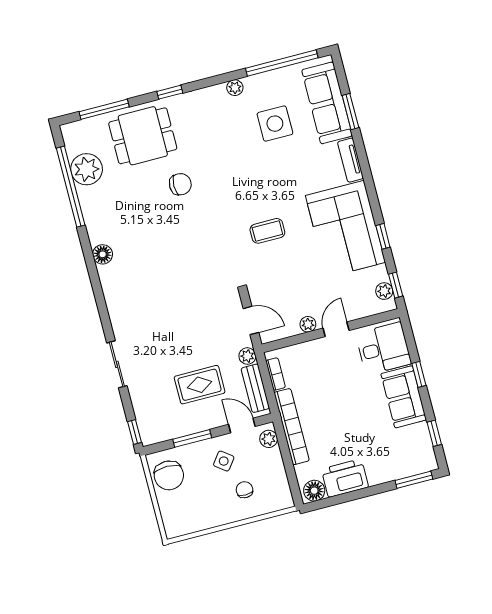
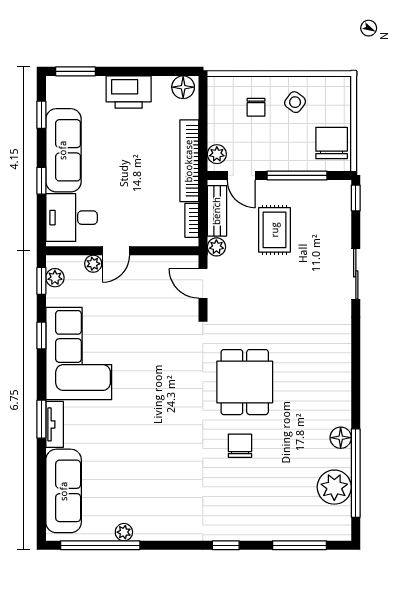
plant: (235, 88) -> (124, 532), moved
window: (350, 112) -> (41, 419), moved
side table: (275, 124) -> (124, 484), removed
dining table: (143, 136) -> (245, 382), moved, turned 90
chair: (180, 184) -> (240, 446), turned 90
coffee table: (267, 231) -> (161, 373), removed
floor lamp: (103, 254) -> (341, 438), moved
plant: (308, 324) -> (93, 264), moved
rug: (200, 385) -> (275, 230), turned 90
sofa: (404, 397) -> (63, 150), width x1.36
window: (192, 438) -> (297, 175), width x1.44
side table: (224, 461) -> (295, 102), moved
printer: (345, 478) -> (129, 92), moved

